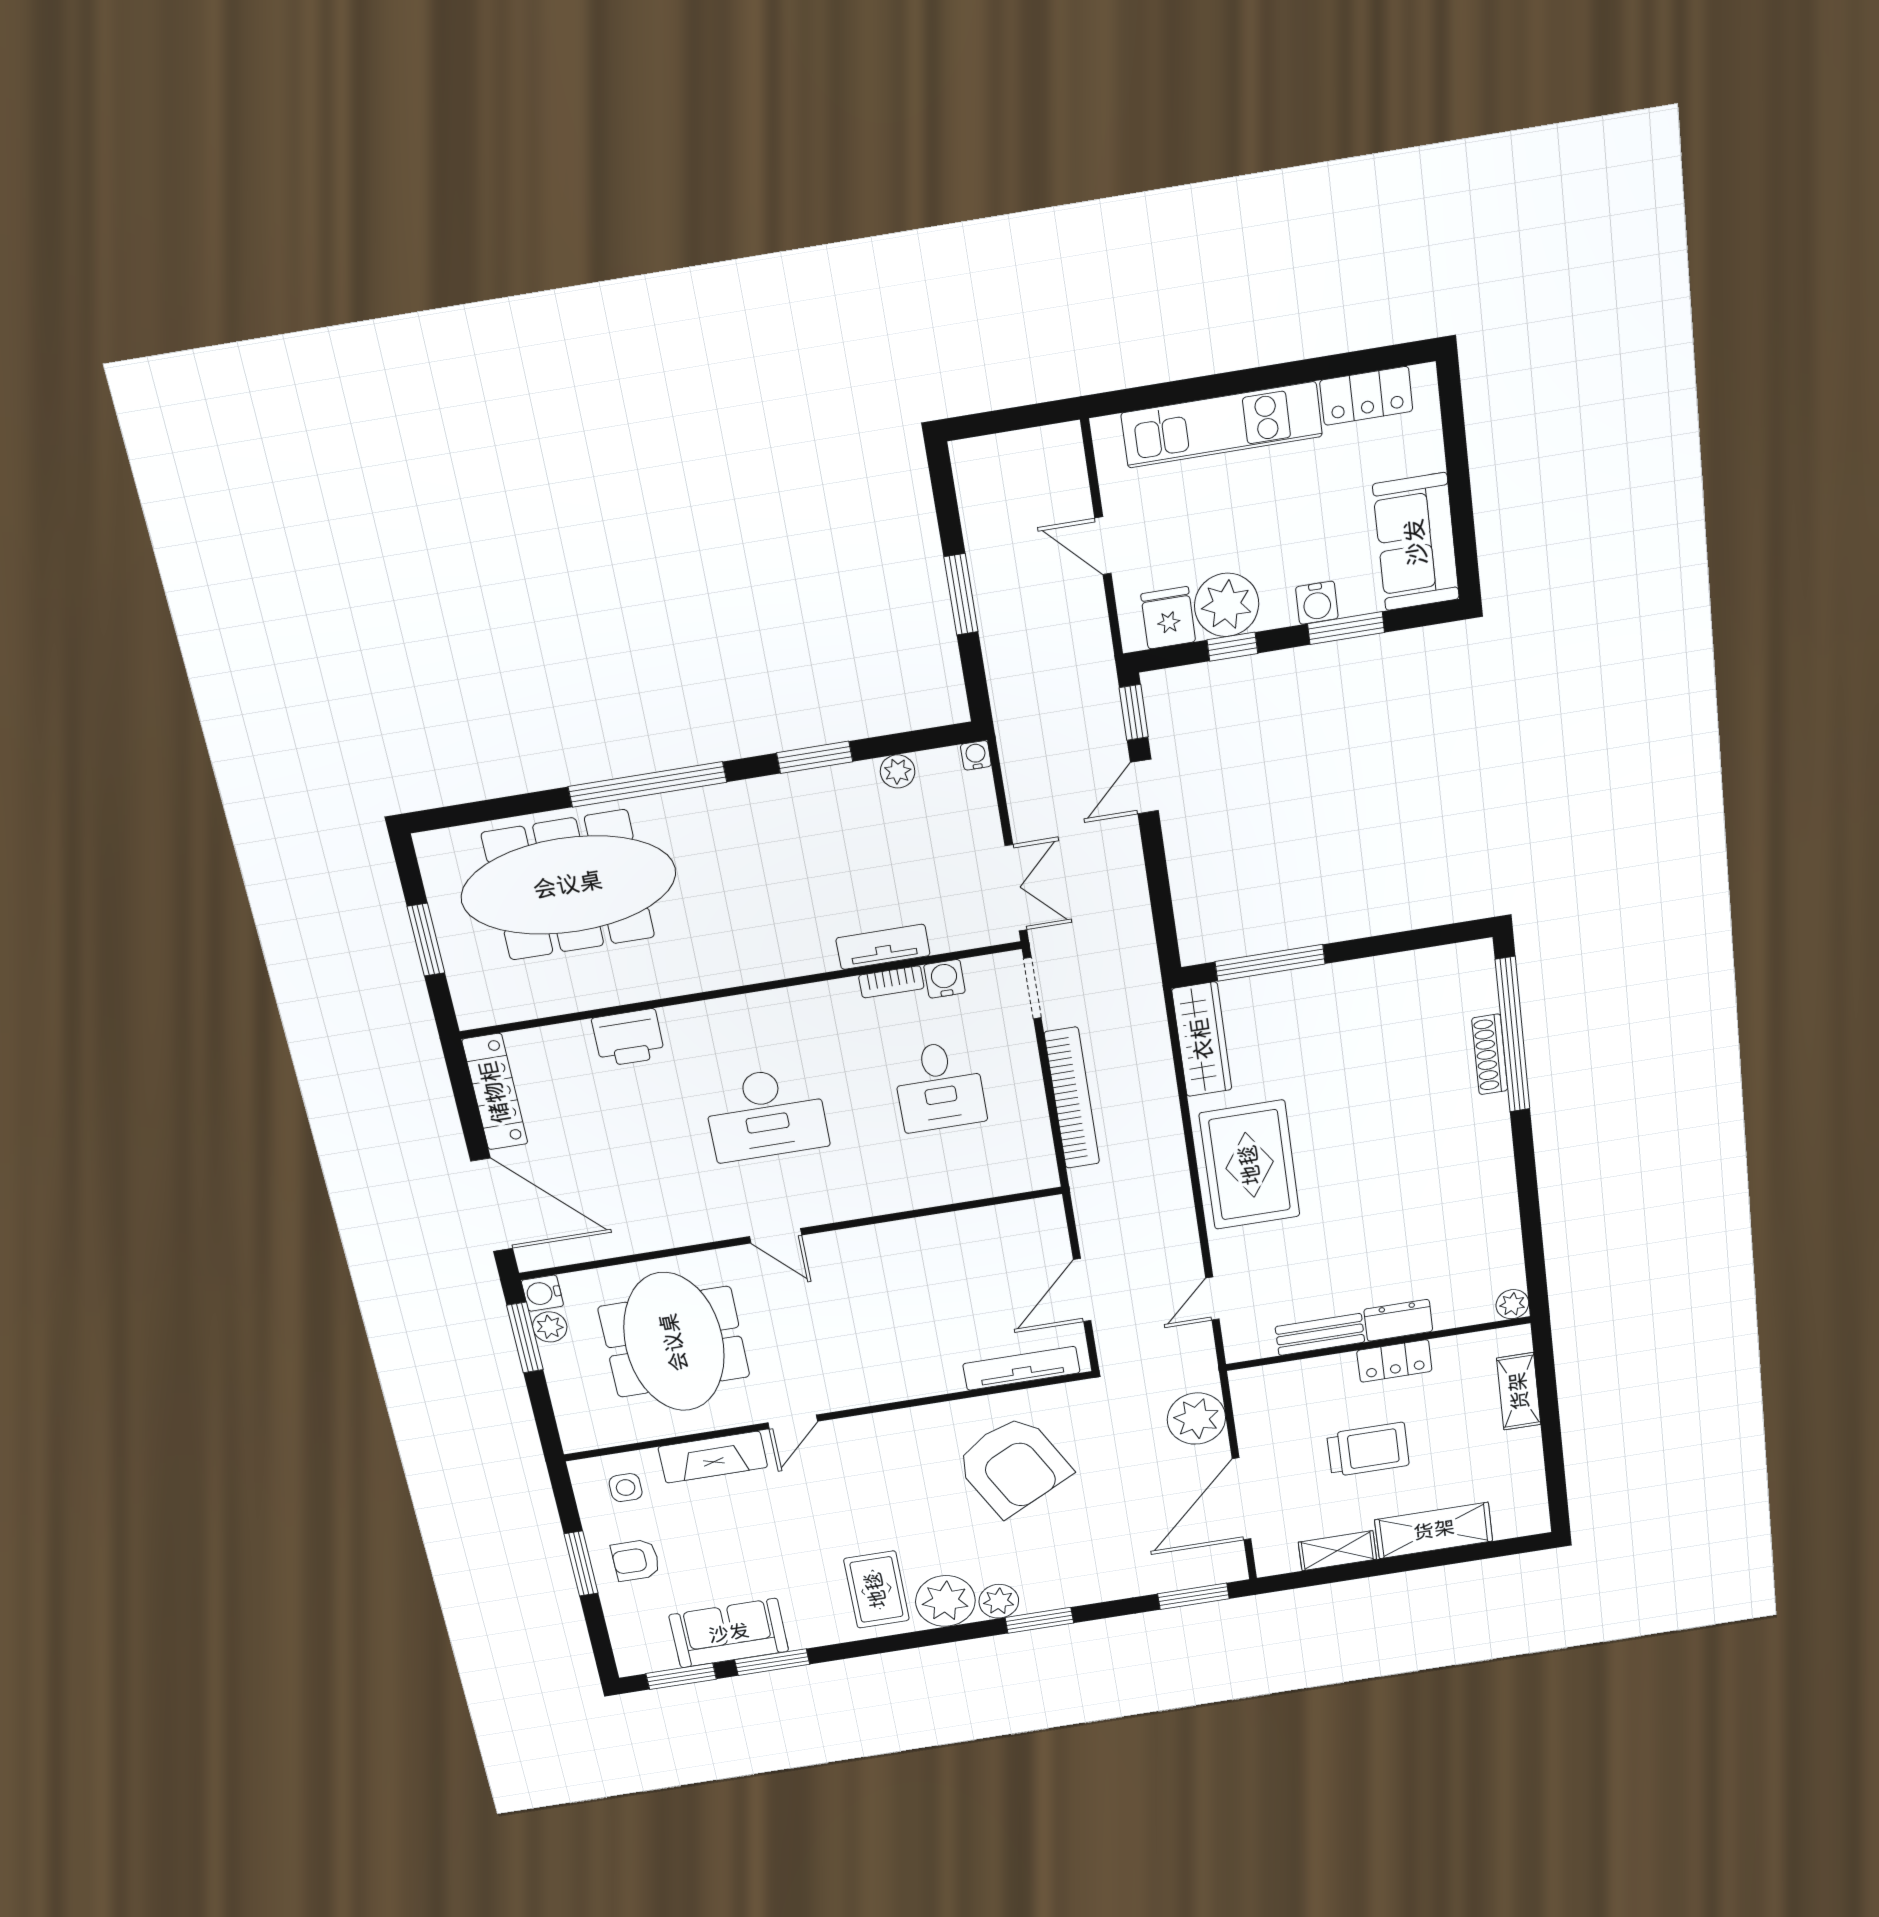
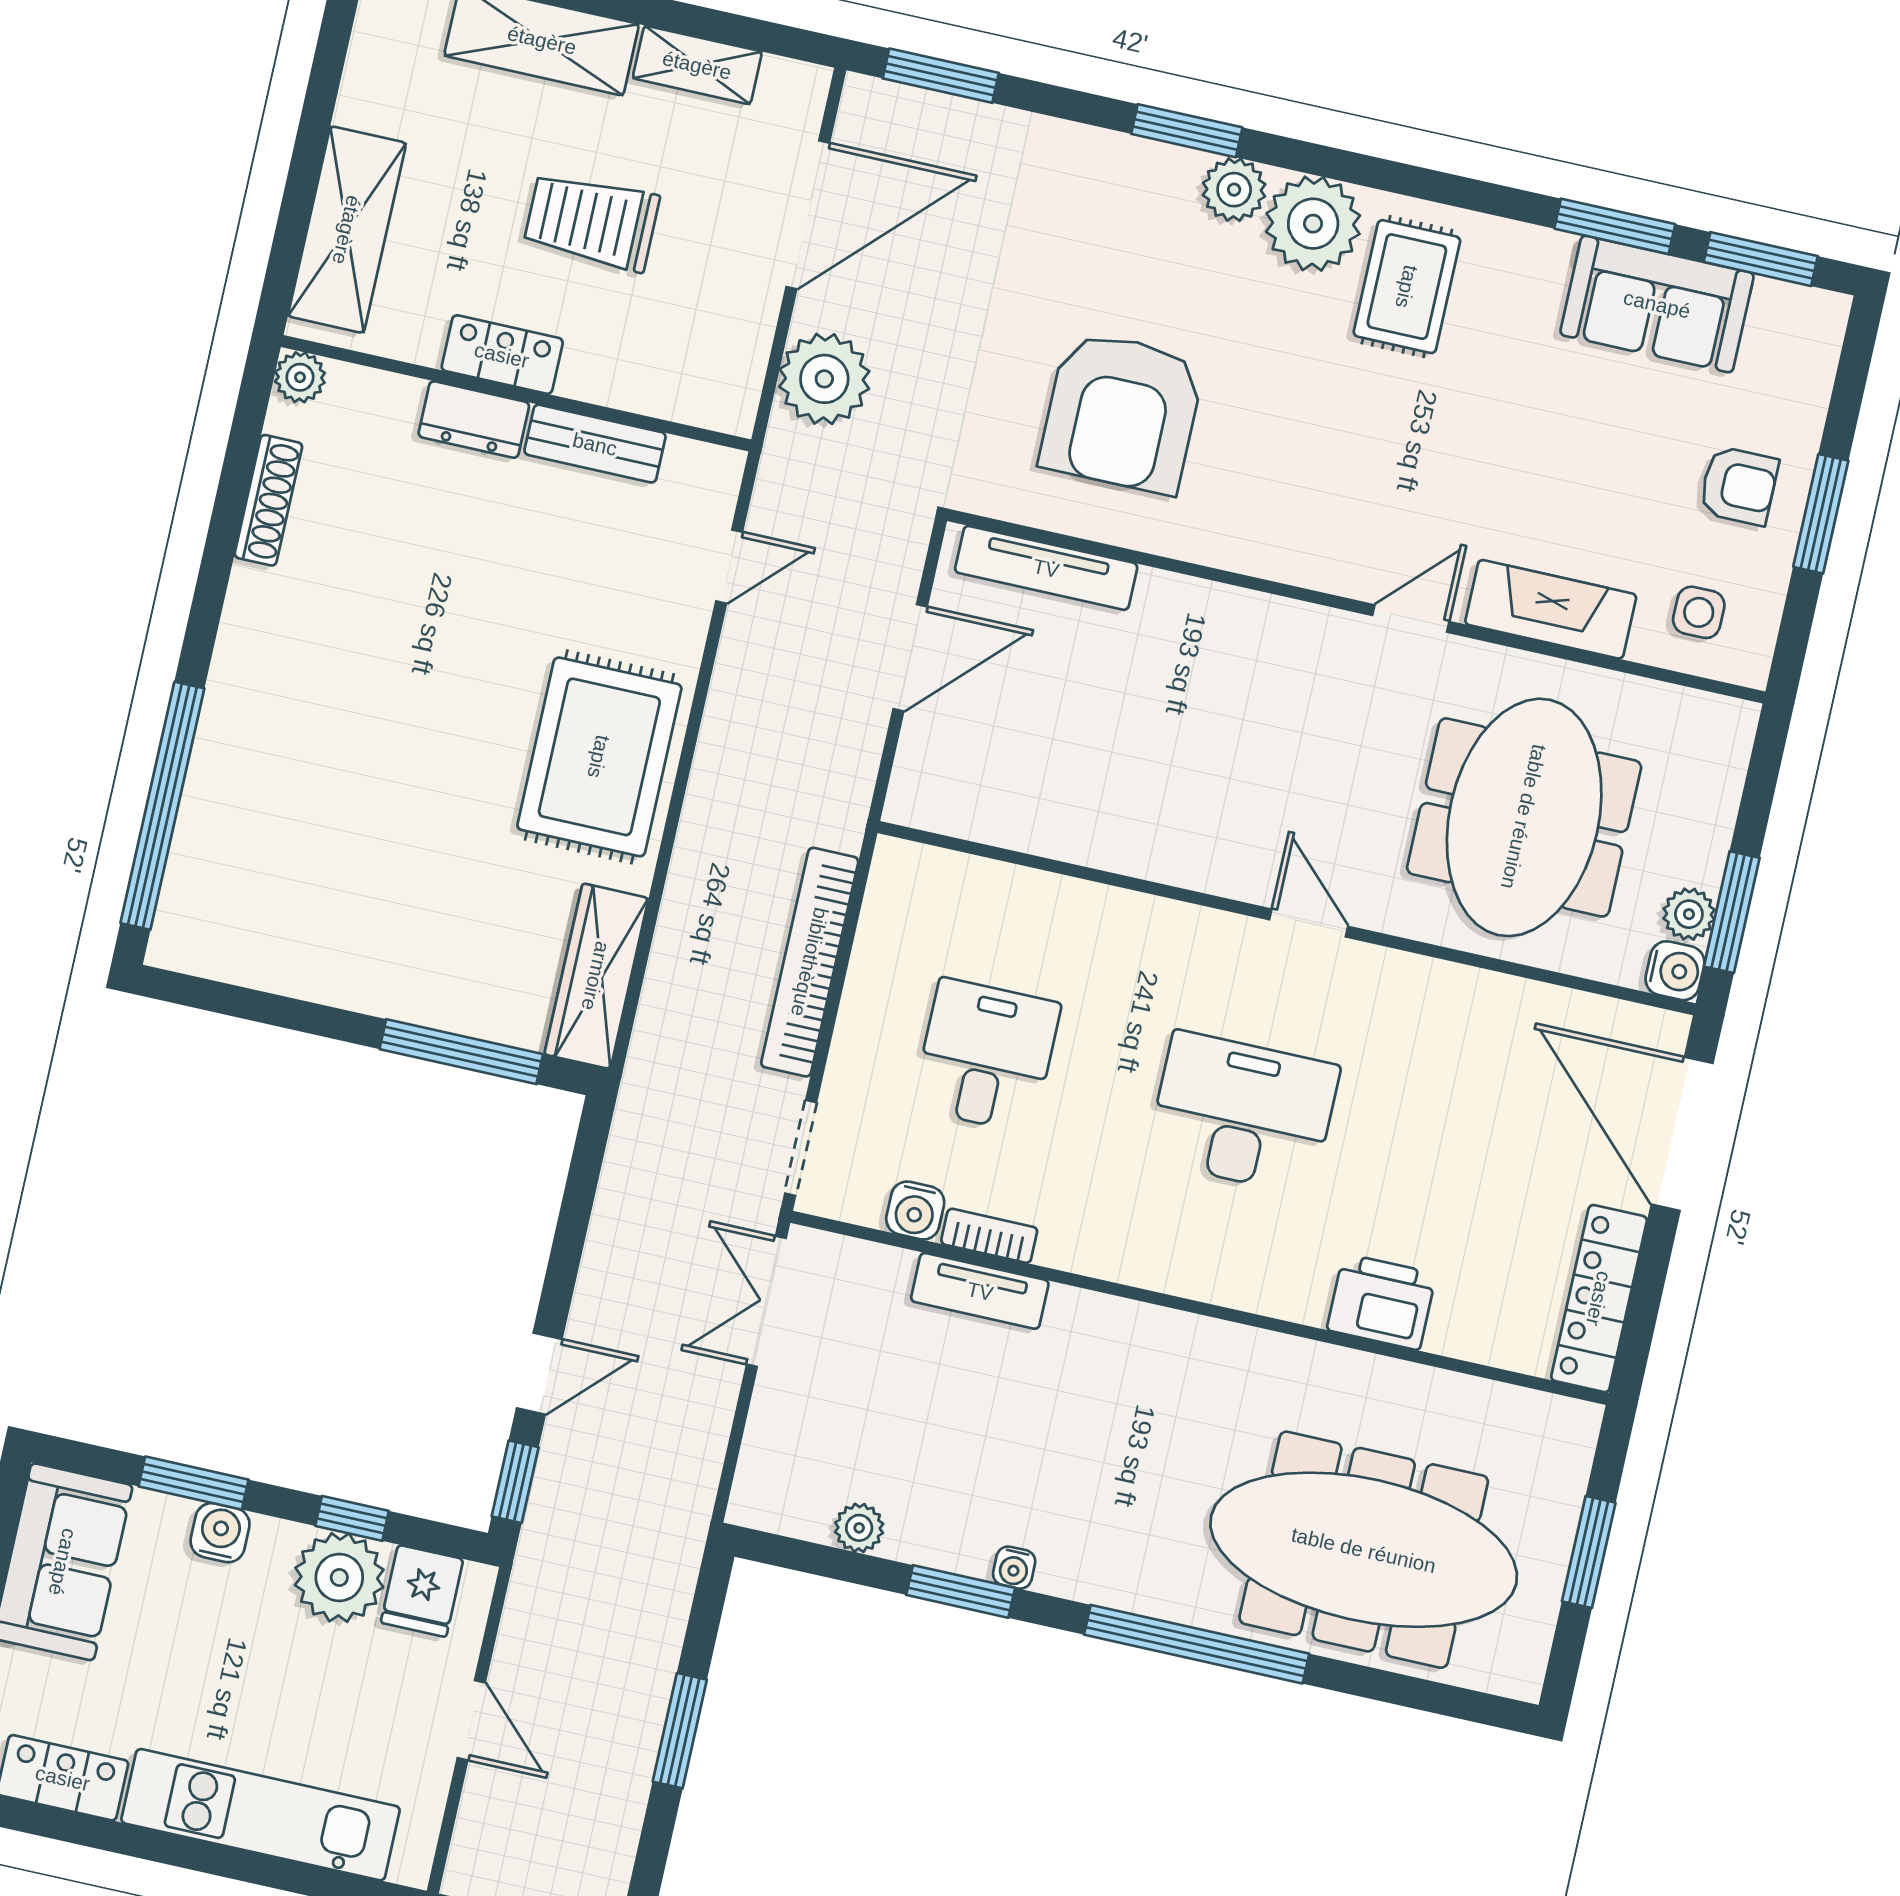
water cooler: (976, 755) -> (1014, 1568), moved
shoe rack: (1490, 1054) -> (268, 500), moved
shelving: (1519, 1391) -> (347, 230), width x1.50, depth x1.33
armchair: (1013, 1466) -> (1122, 412), turned -152

